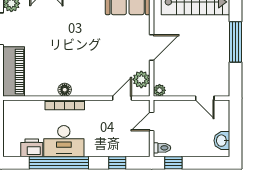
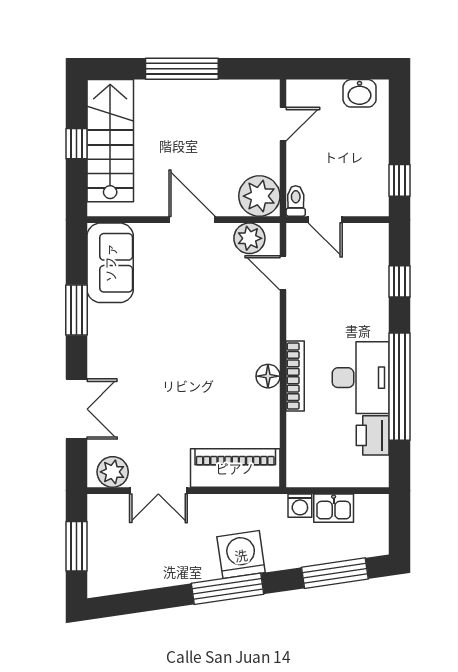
plant: (159, 90) -> (259, 196), width x1.87, depth x1.87
toilet: (162, 148) -> (296, 201), moved

